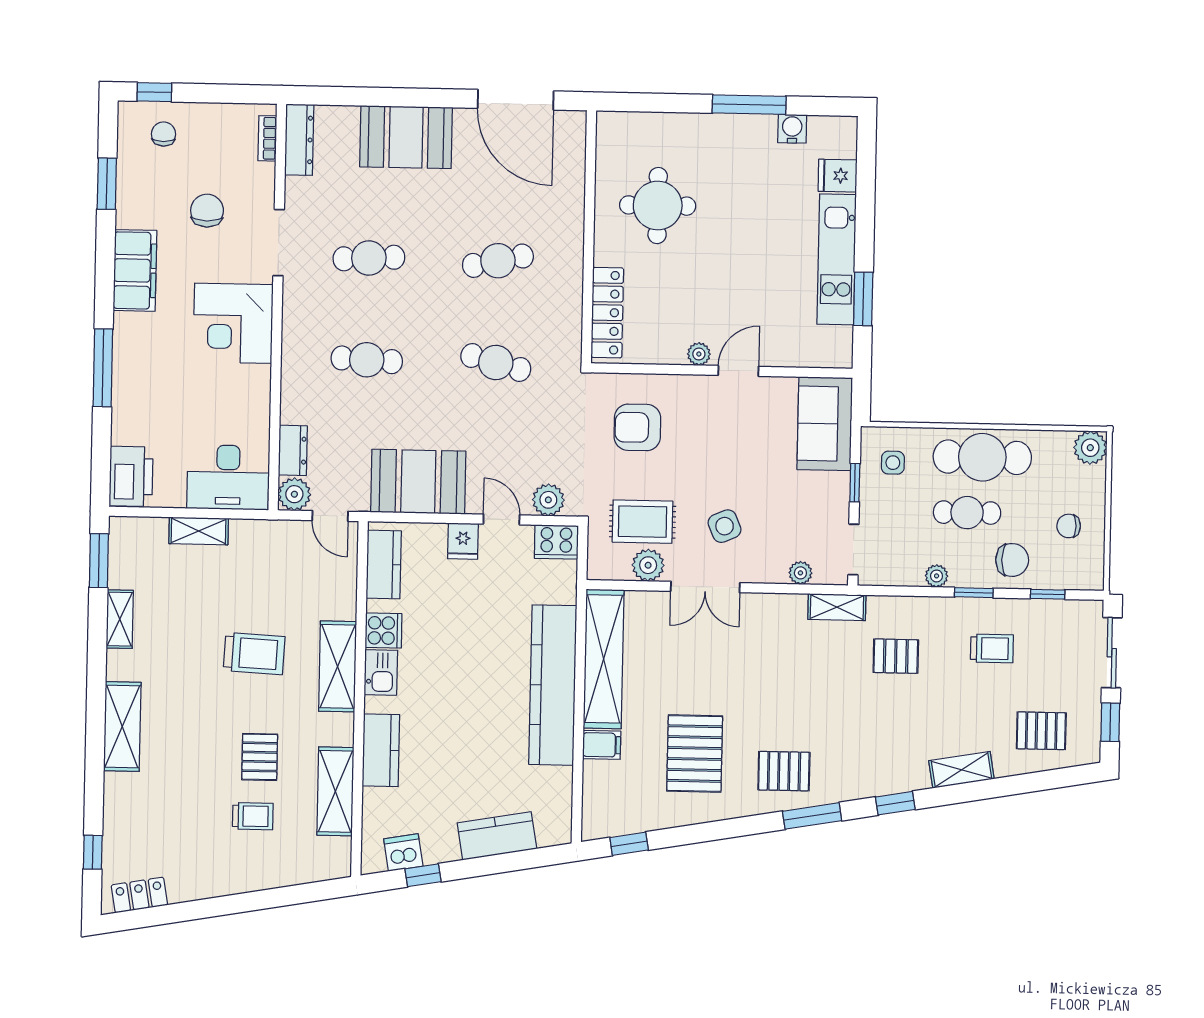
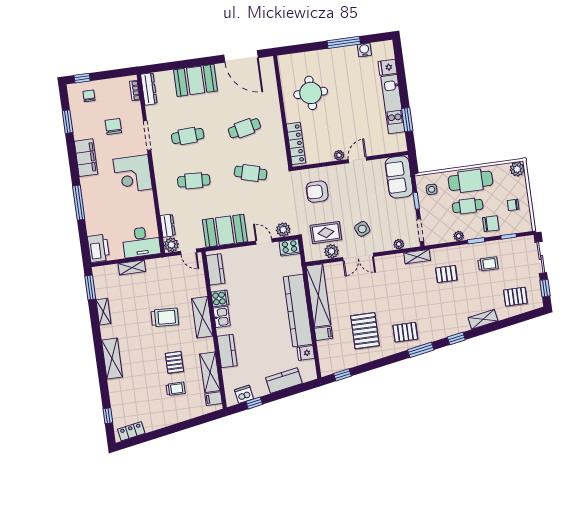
fridge: (463, 541) -> (306, 353), moved, turned 90
filing cabinet: (334, 851) -> (213, 399), added

